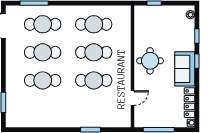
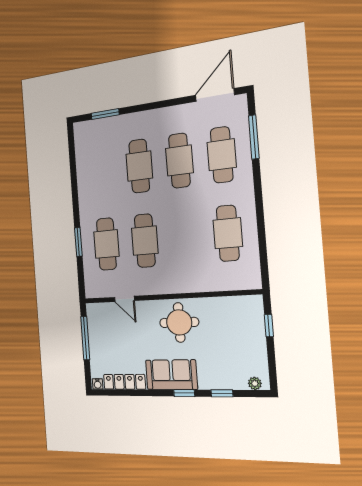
cafe table: (94, 52) -> (106, 244), moved

